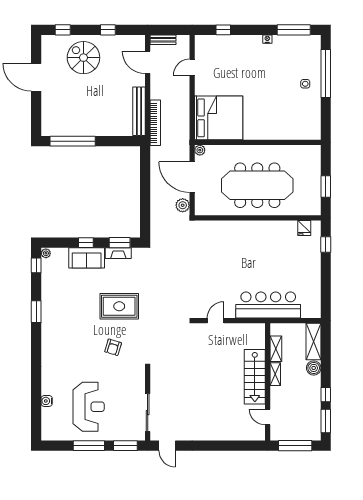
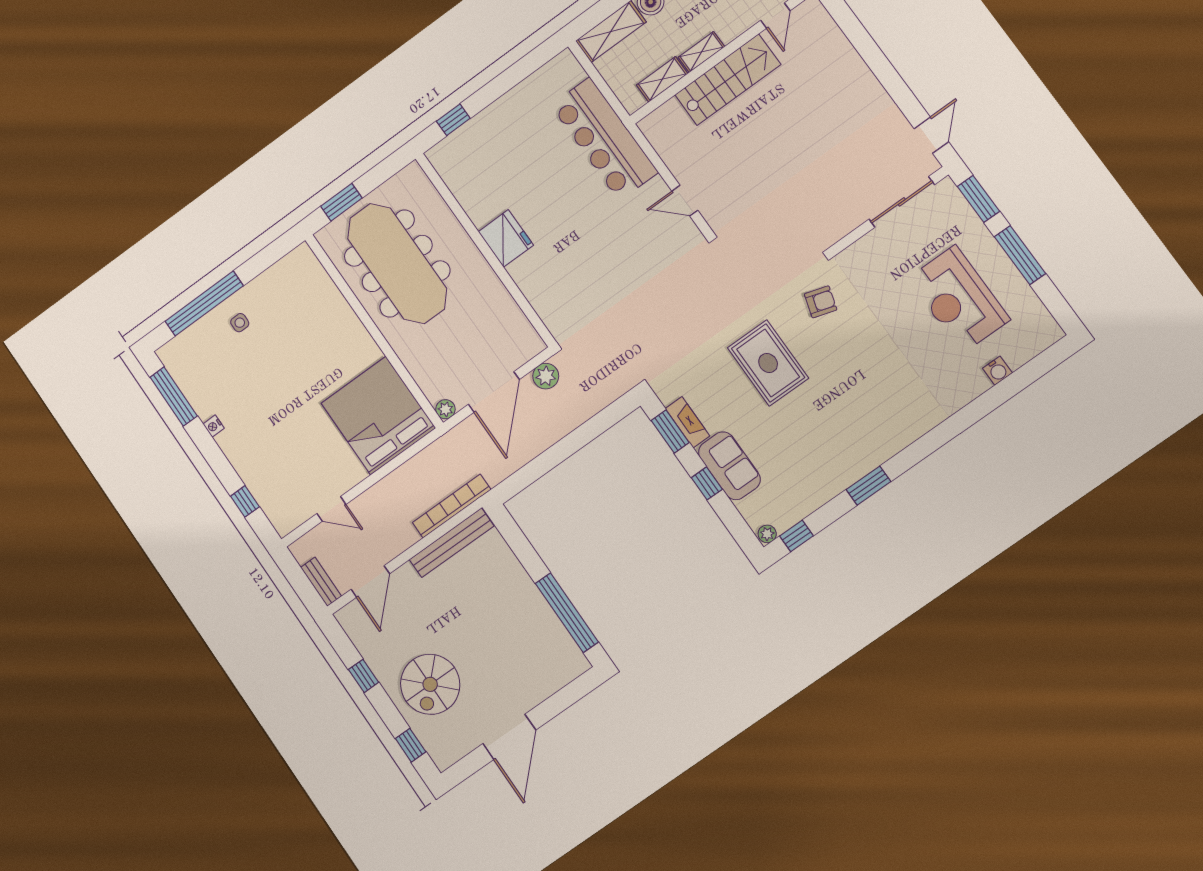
meeting table: (257, 185) -> (397, 264), moved
window: (326, 187) -> (341, 202), moved
fridge: (304, 228) -> (506, 238), moved, width x1.88, depth x1.34
armchair: (113, 347) -> (821, 302), moved
reception desk: (89, 407) -> (959, 299), turned -90

